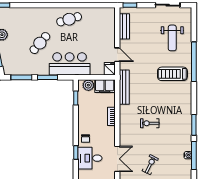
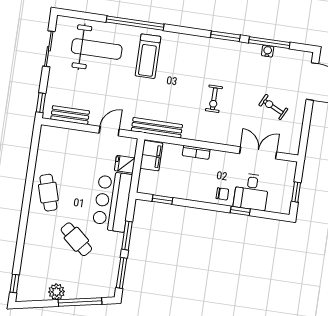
weight bench: (172, 38) -> (97, 49), width x1.36, depth x1.33
fridge: (110, 69) -> (125, 164), moved
plant: (88, 85) -> (147, 179), removed

